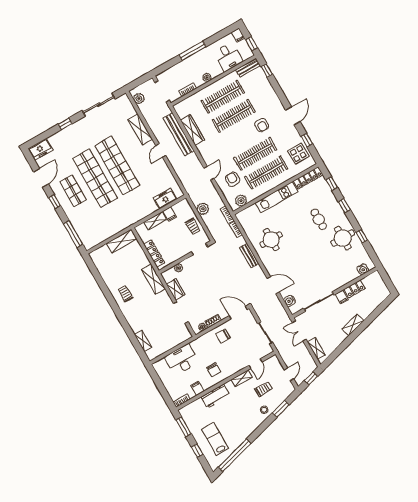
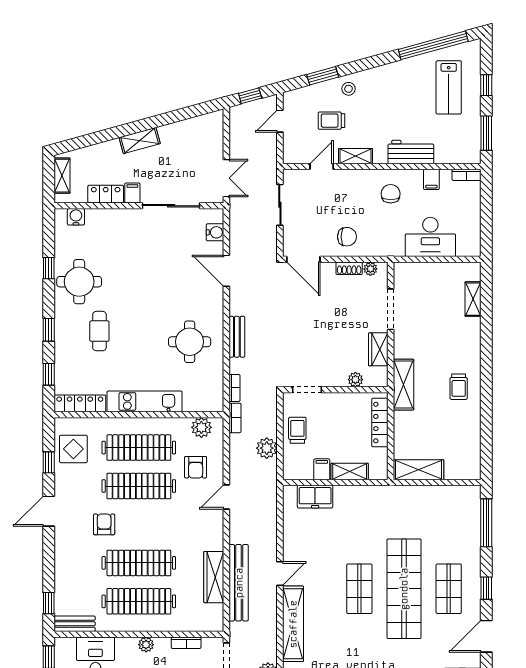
shelving: (140, 129) -> (293, 624), width x1.47
shop shelf: (117, 166) -> (359, 589), width x0.50, depth x0.74
shelving: (316, 348) -> (62, 176), moved

